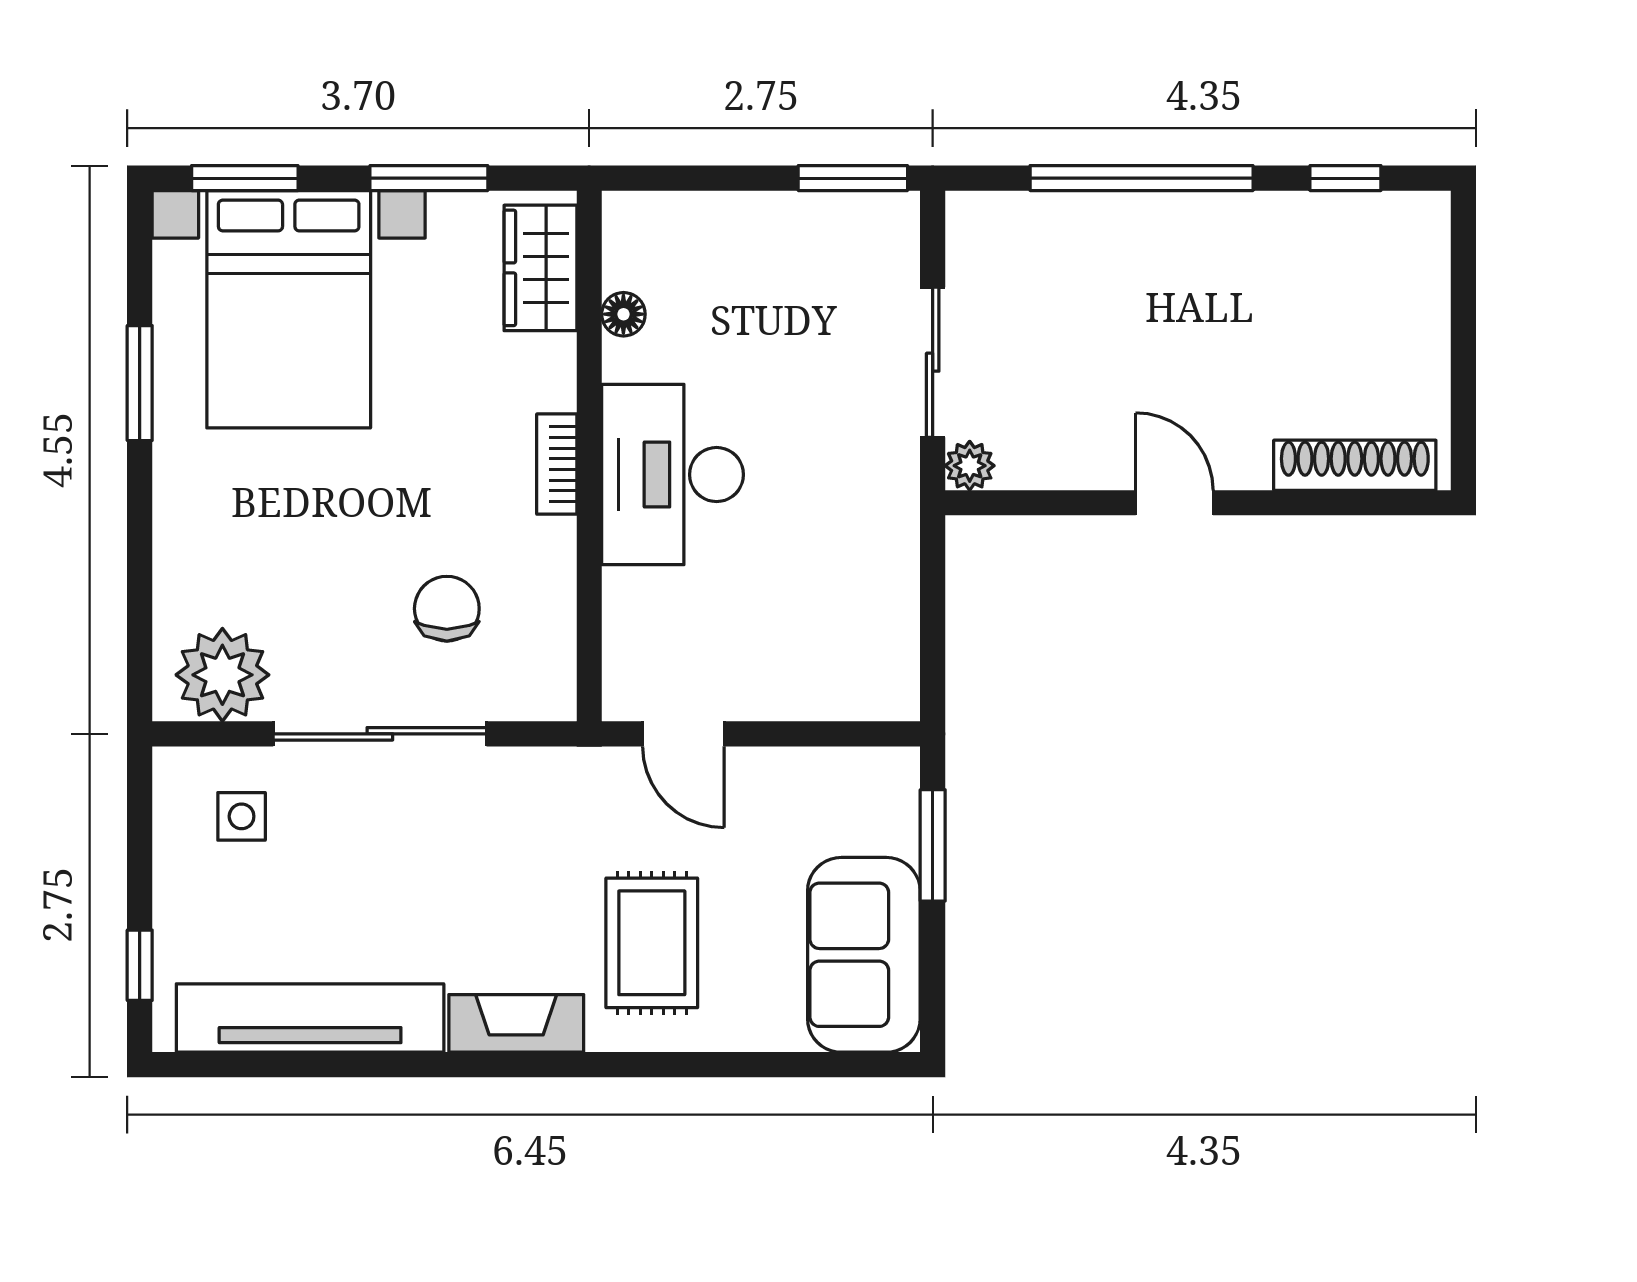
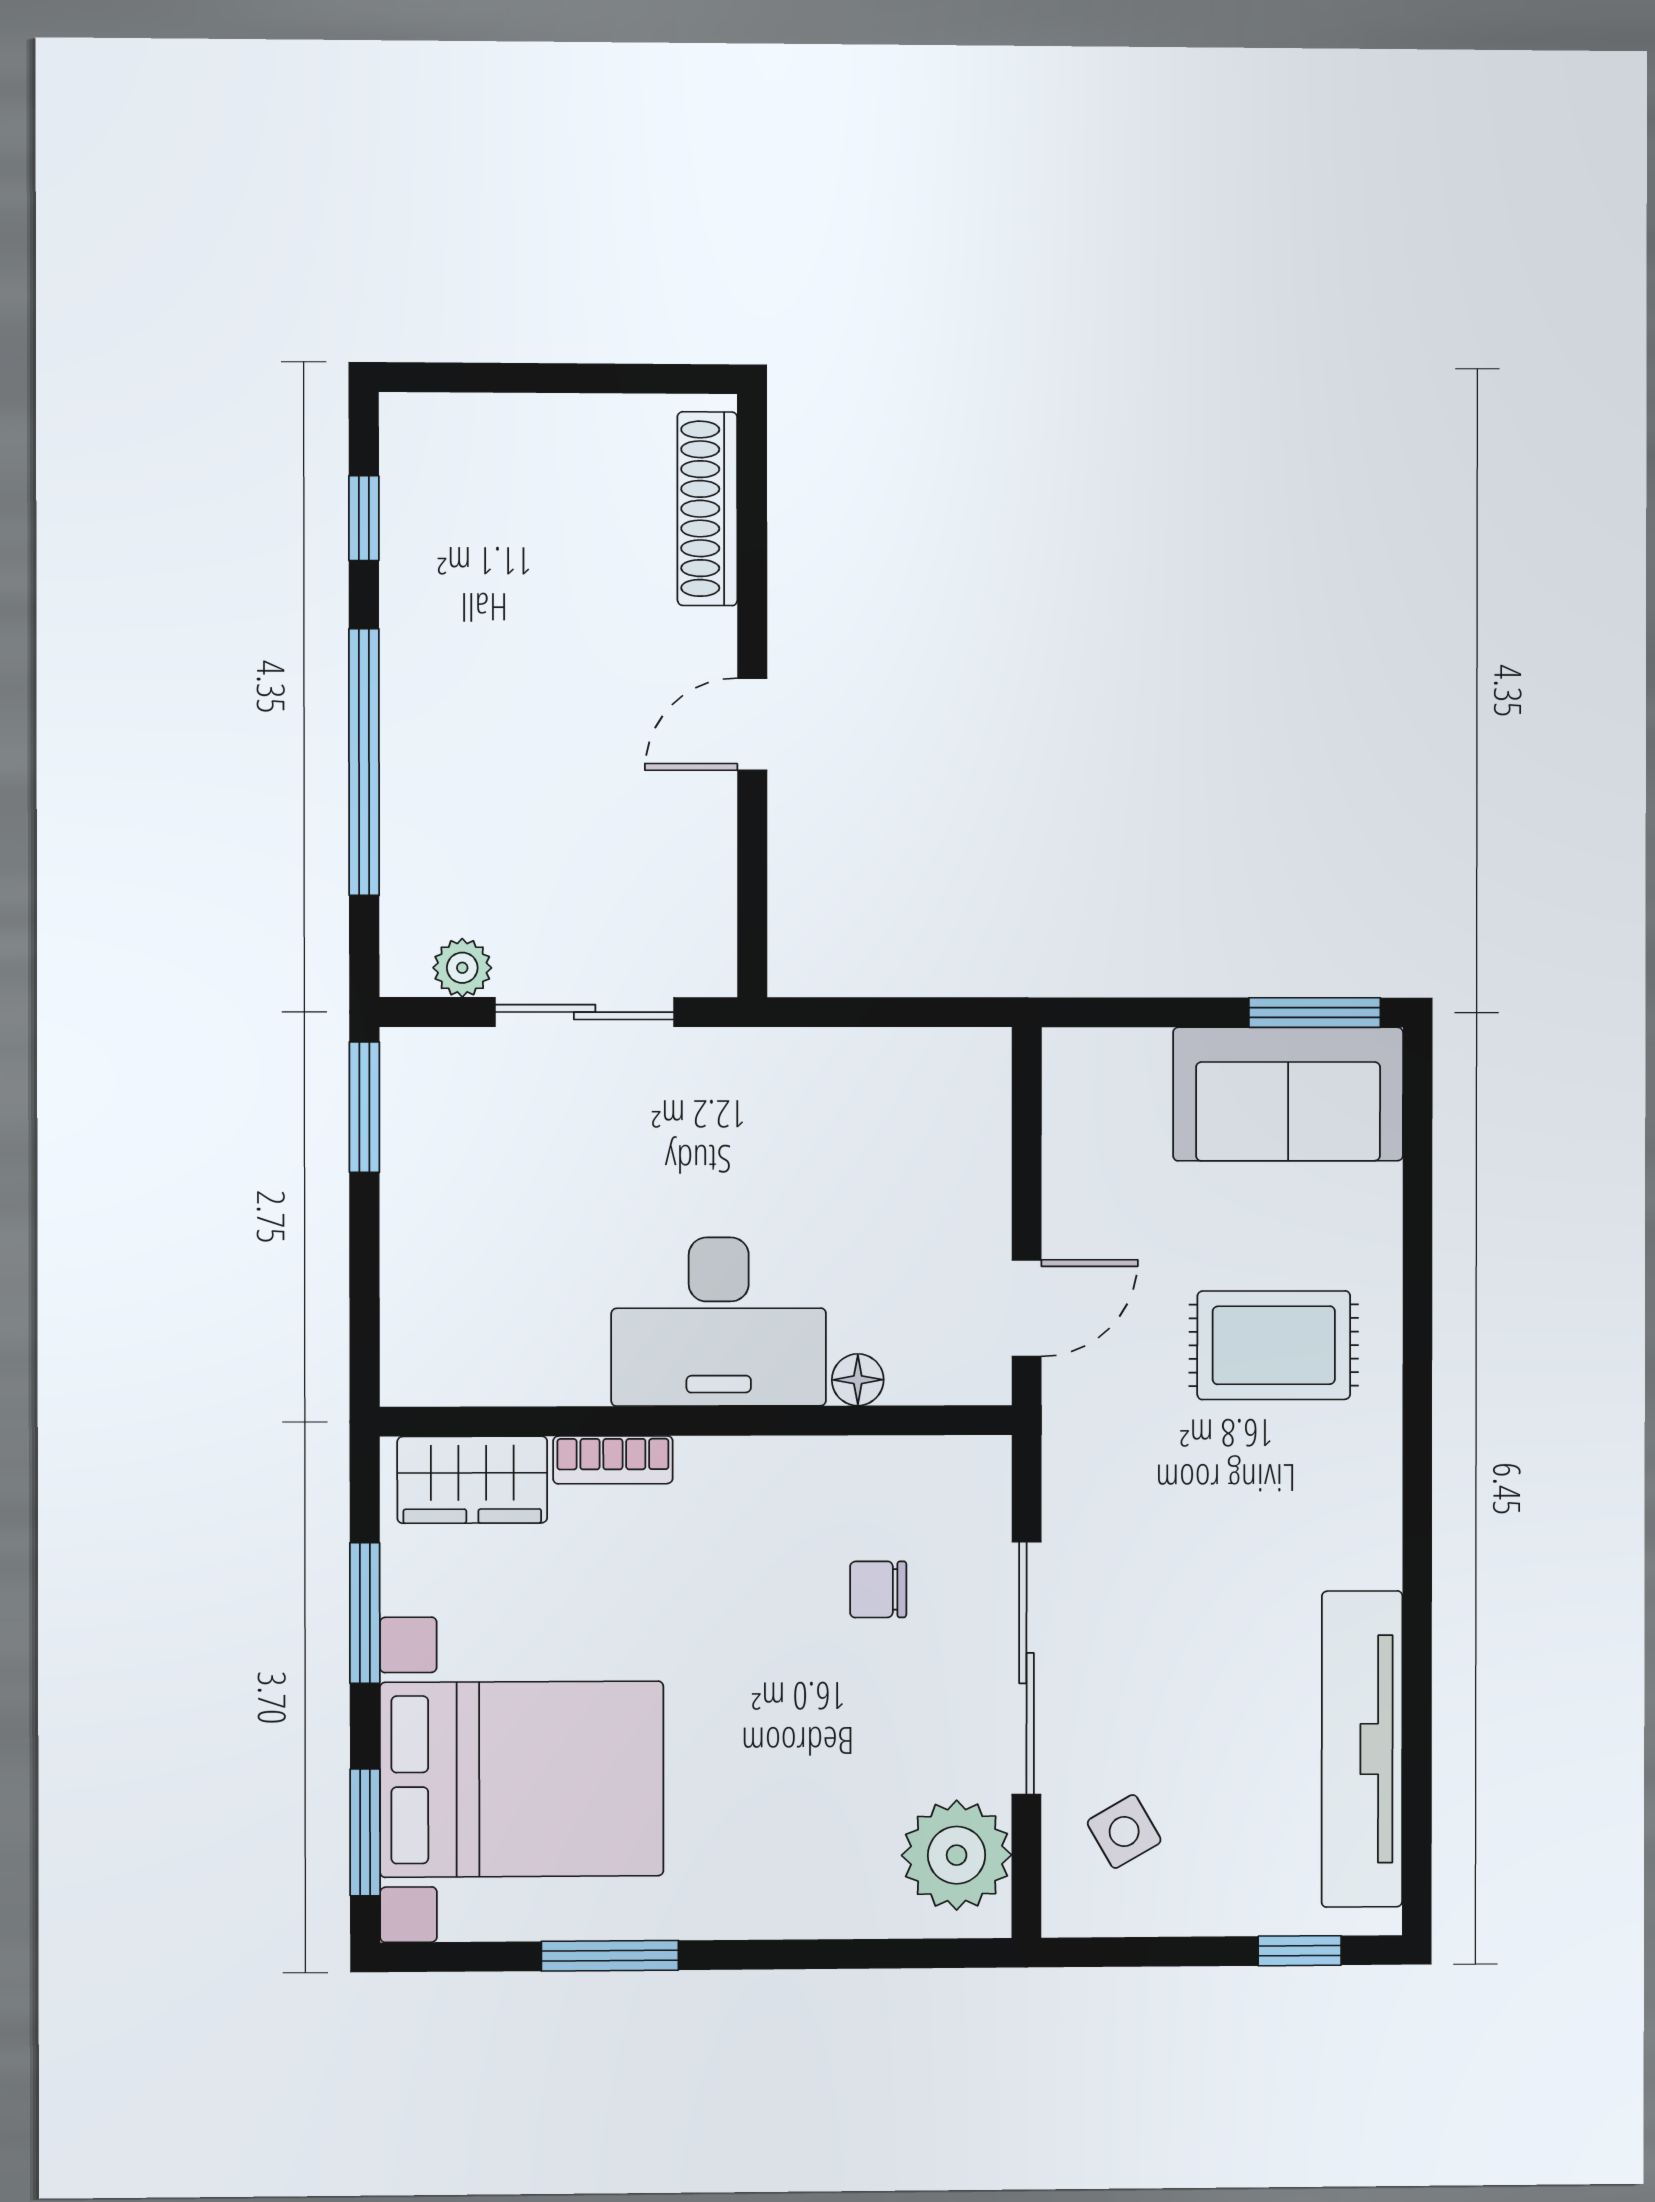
floor lamp: (623, 314) -> (858, 1380), moved
bookcase: (557, 464) -> (613, 1460), moved
plant: (970, 466) -> (462, 968), moved
chair: (447, 609) -> (878, 1589), width x0.73, depth x0.73
side table: (242, 816) -> (1124, 1831), turned -30
window: (933, 845) -> (1315, 1013), moved
fireplace: (516, 1023) -> (1369, 1505), removed

